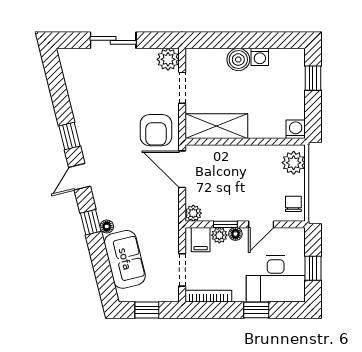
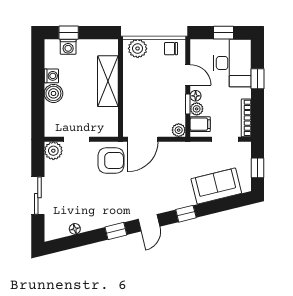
shelving: (216, 126) -> (108, 81), moved
washing machine: (296, 129) -> (68, 47), moved, turned -90
door: (80, 177) -> (149, 223), hinge flipped
floor lamp: (107, 226) -> (75, 229), moved

